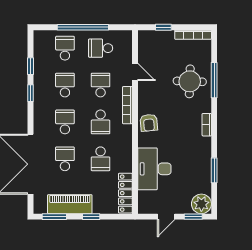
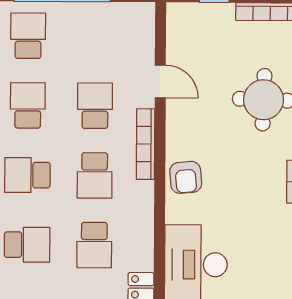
school desk: (101, 48) -> (95, 36), removed
school desk: (65, 122) -> (27, 175), turned -90
school desk: (65, 159) -> (27, 245), turned 90

